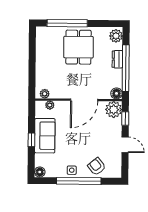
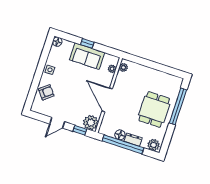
dining table: (78, 47) -> (154, 109), turned 90
floor lamp: (116, 93) -> (120, 135), moved
window: (79, 181) -> (39, 73), removed

